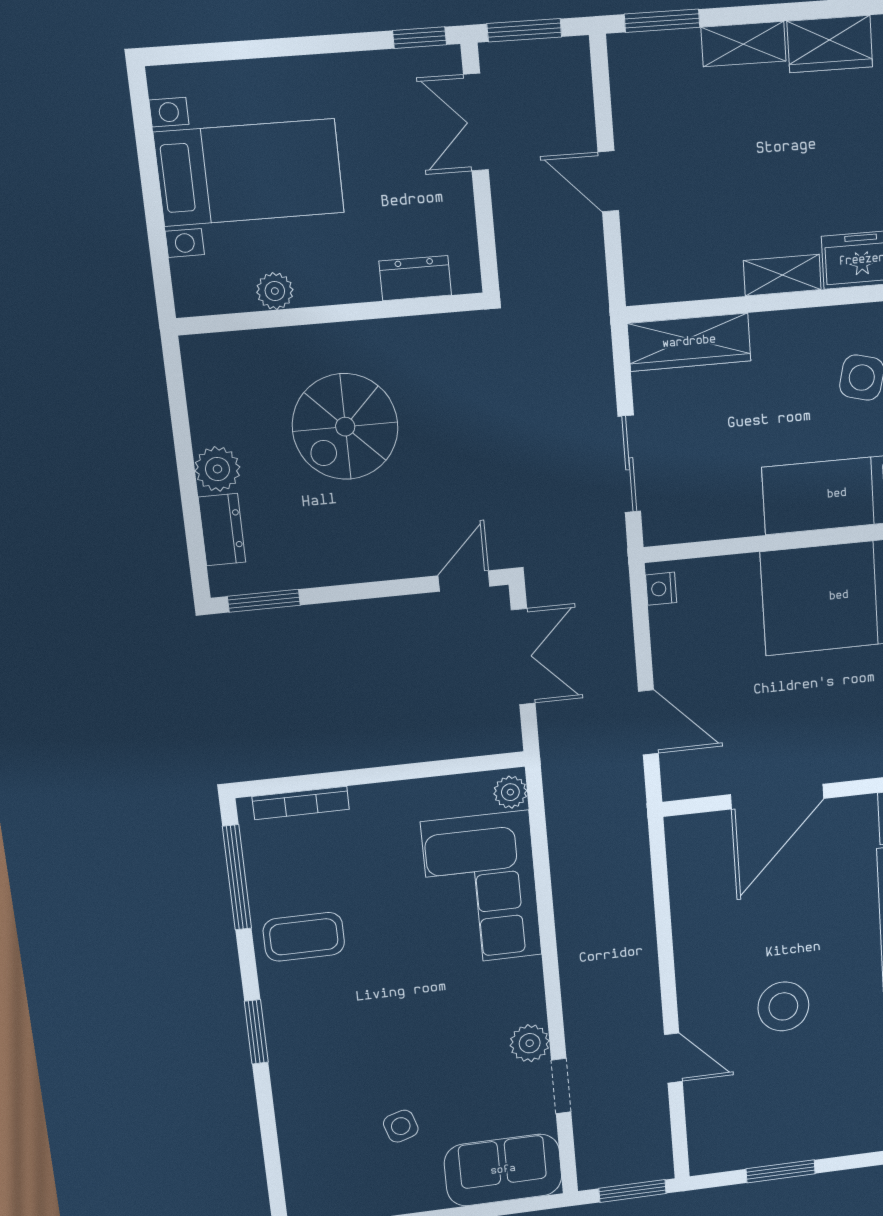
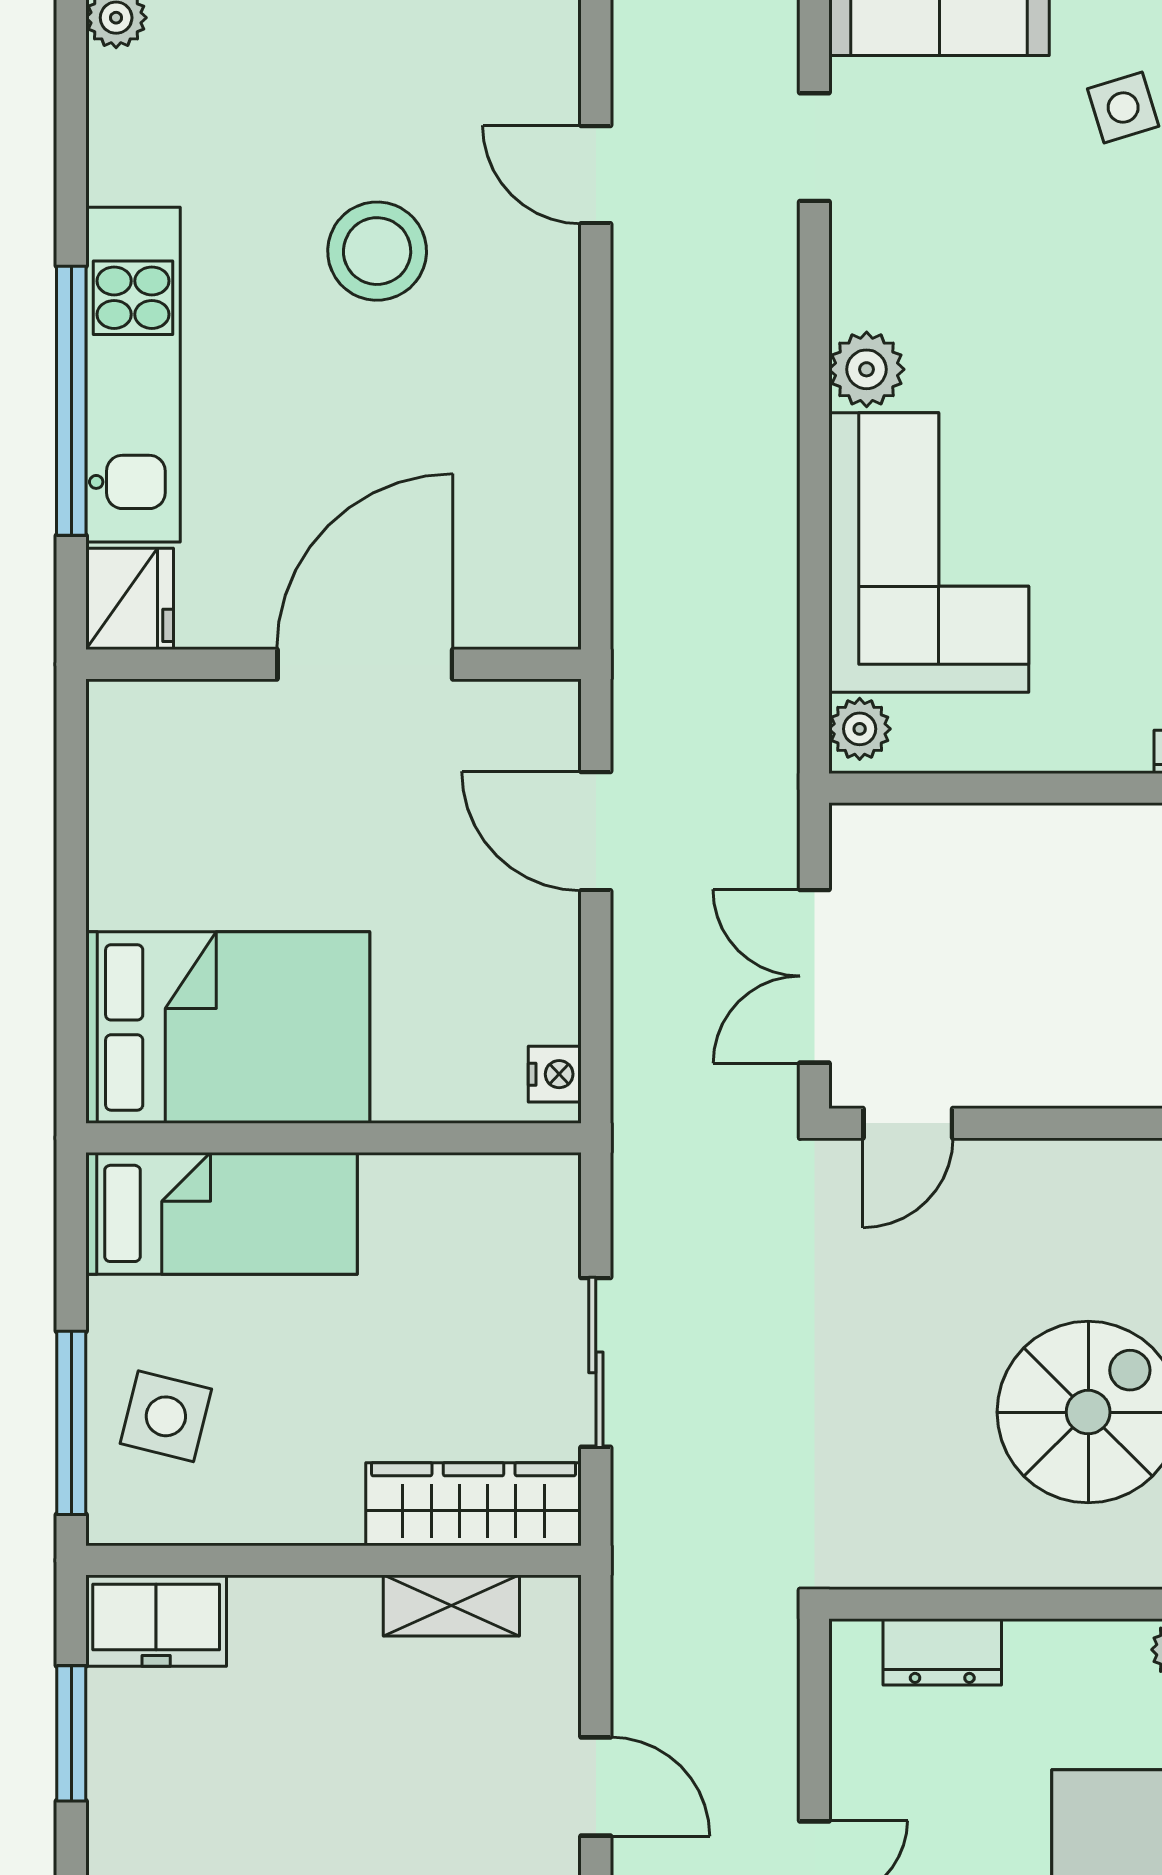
shelving: (782, 275) -> (451, 1606), moved
sliding door: (629, 464) -> (596, 1362), moved
plant: (530, 1043) -> (867, 369), moved

